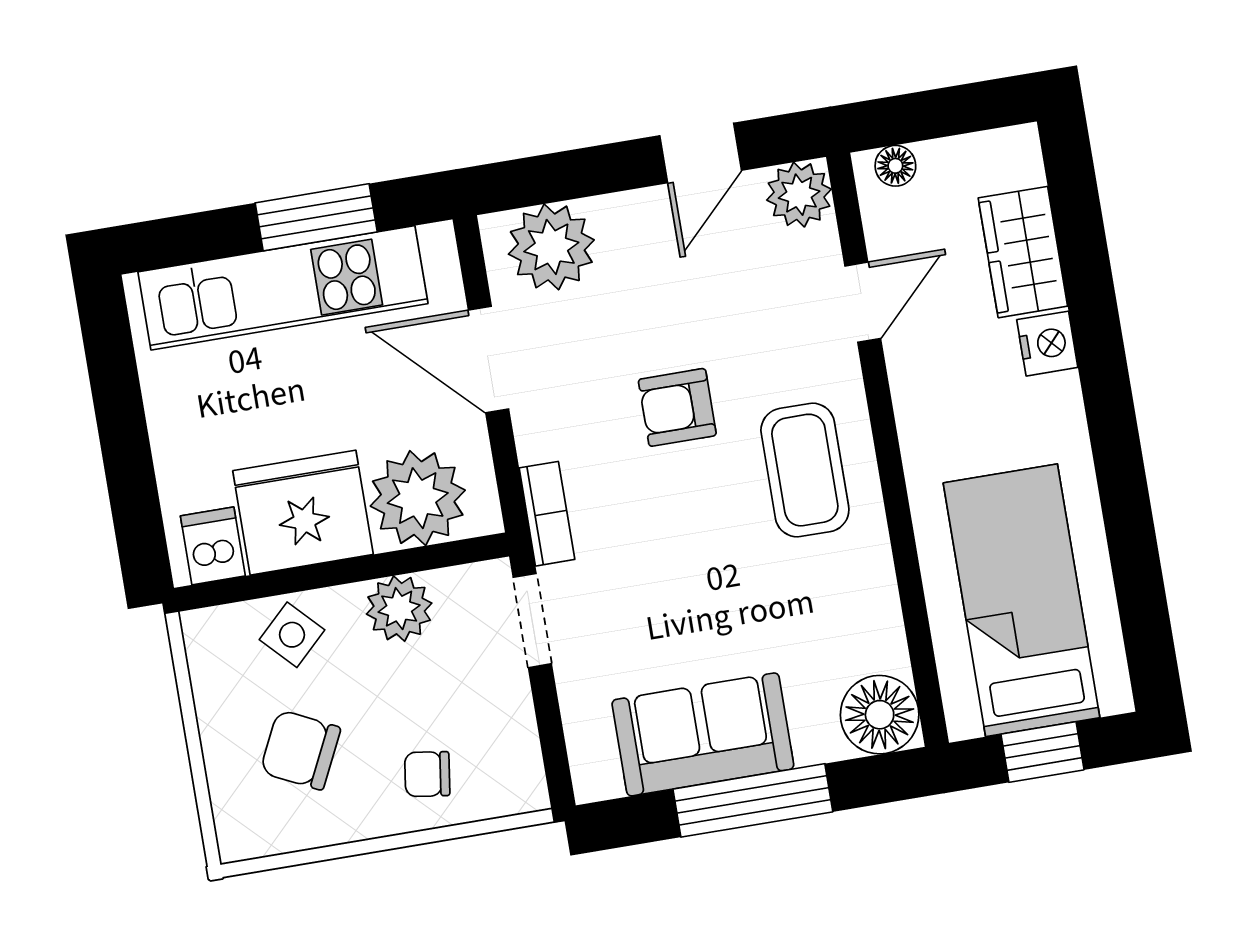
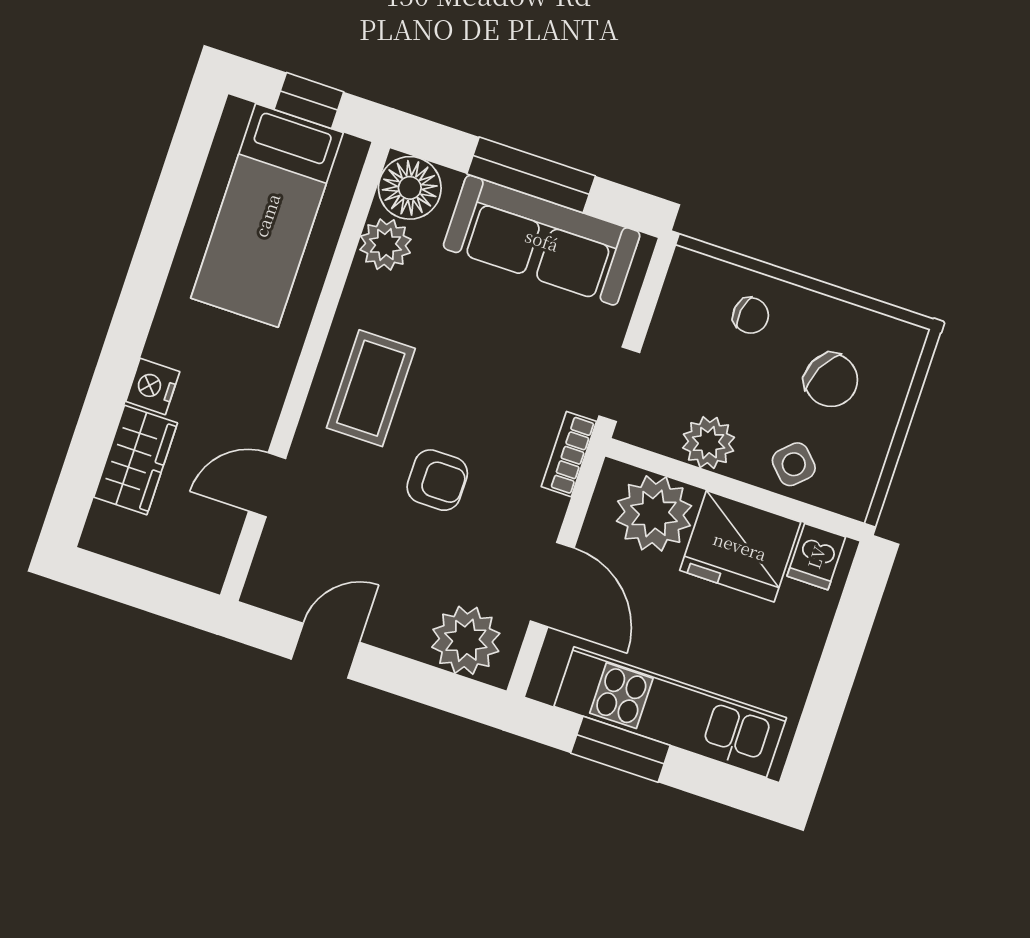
floor lamp: (895, 166) -> (193, 569), removed
plant: (799, 195) -> (385, 245), moved
sofa: (703, 734) -> (542, 240), width x1.36

